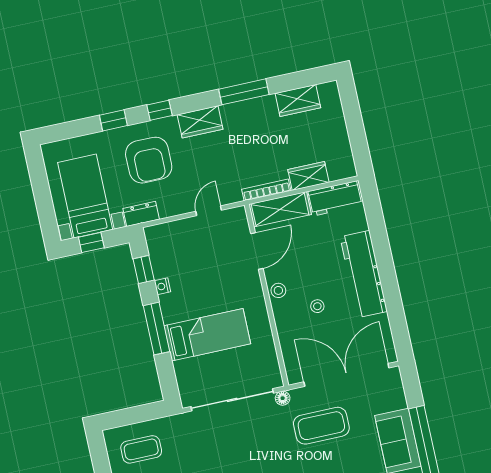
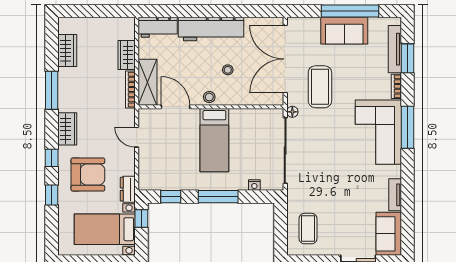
workbench: (335, 198) -> (158, 27), moved, turned 90
window: (91, 242) -> (141, 219), moved
nightstand: (162, 286) -> (254, 185), moved
bed: (207, 335) -> (214, 140), moved, turned 180

